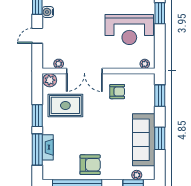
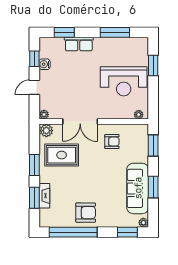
plant: (59, 64) -> (44, 115), moved
window: (37, 149) -> (34, 198), width x0.69
plant: (137, 175) -> (143, 223), moved

